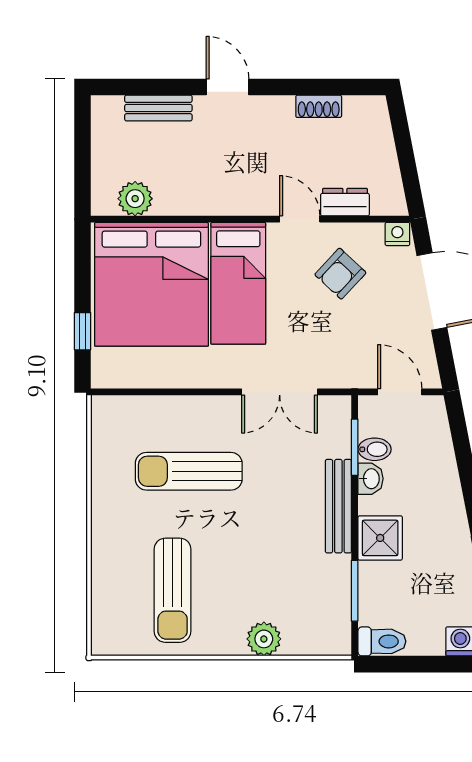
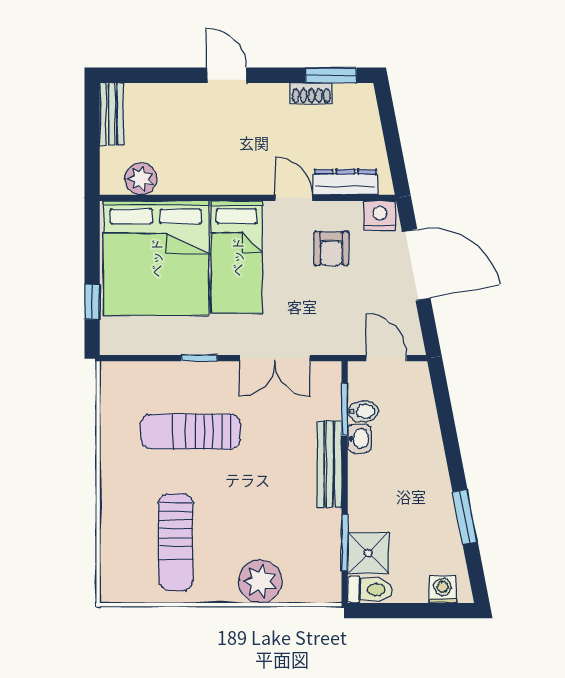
window: (340, 87) -> (331, 75), added
bench: (158, 108) -> (112, 114), moved, turned 90
dresser: (345, 202) -> (345, 182), width x1.44
nightstand: (397, 234) -> (380, 215), width x1.39, depth x1.35
armchair: (340, 274) -> (331, 248), turned -43
window: (198, 392) -> (199, 358), added
shower: (380, 538) -> (368, 553), moved
plant: (264, 639) -> (260, 582), width x1.36, depth x1.36

